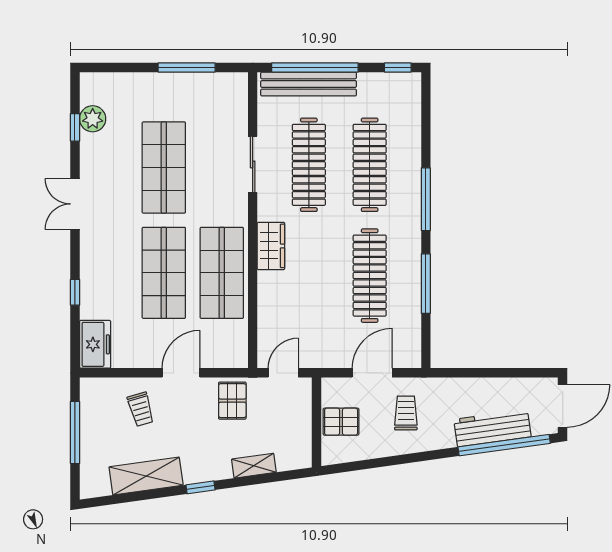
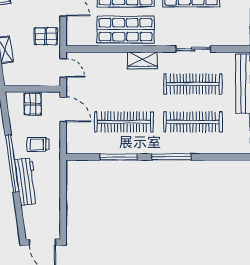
door: (372, 373) -> (63, 109), moved
trolley: (406, 413) -> (38, 145), turned 180
workbench: (492, 428) -> (26, 182), moved
window: (504, 445) -> (12, 164), moved

